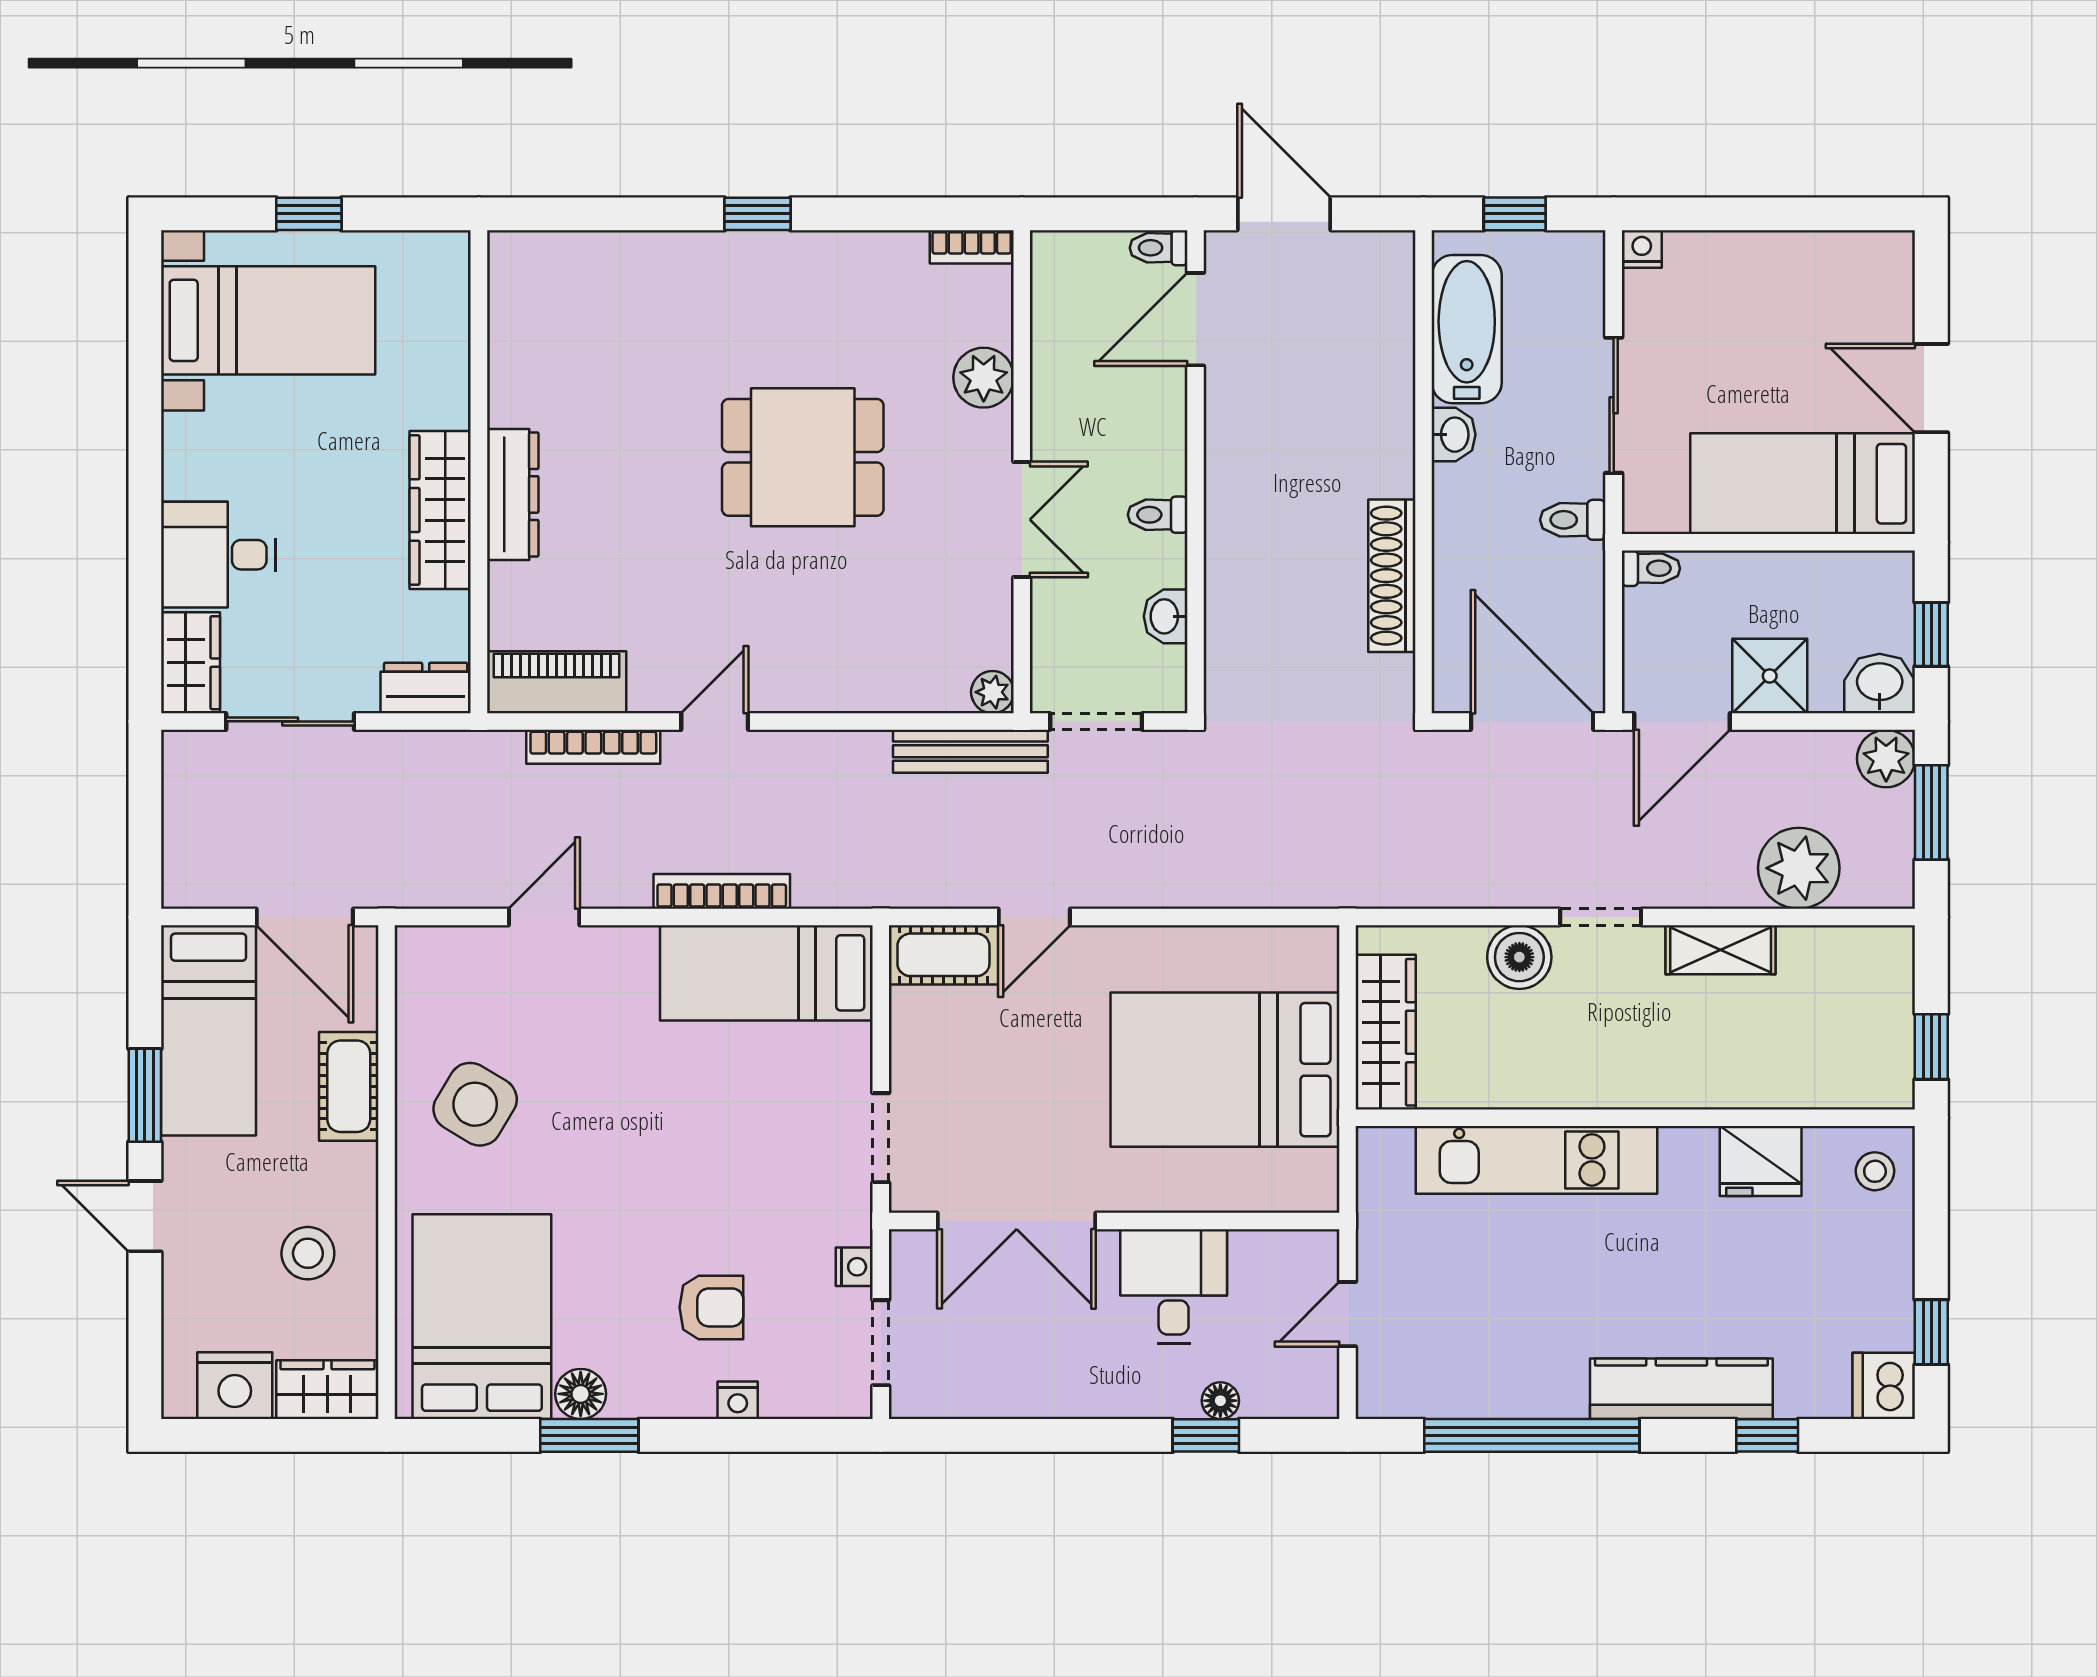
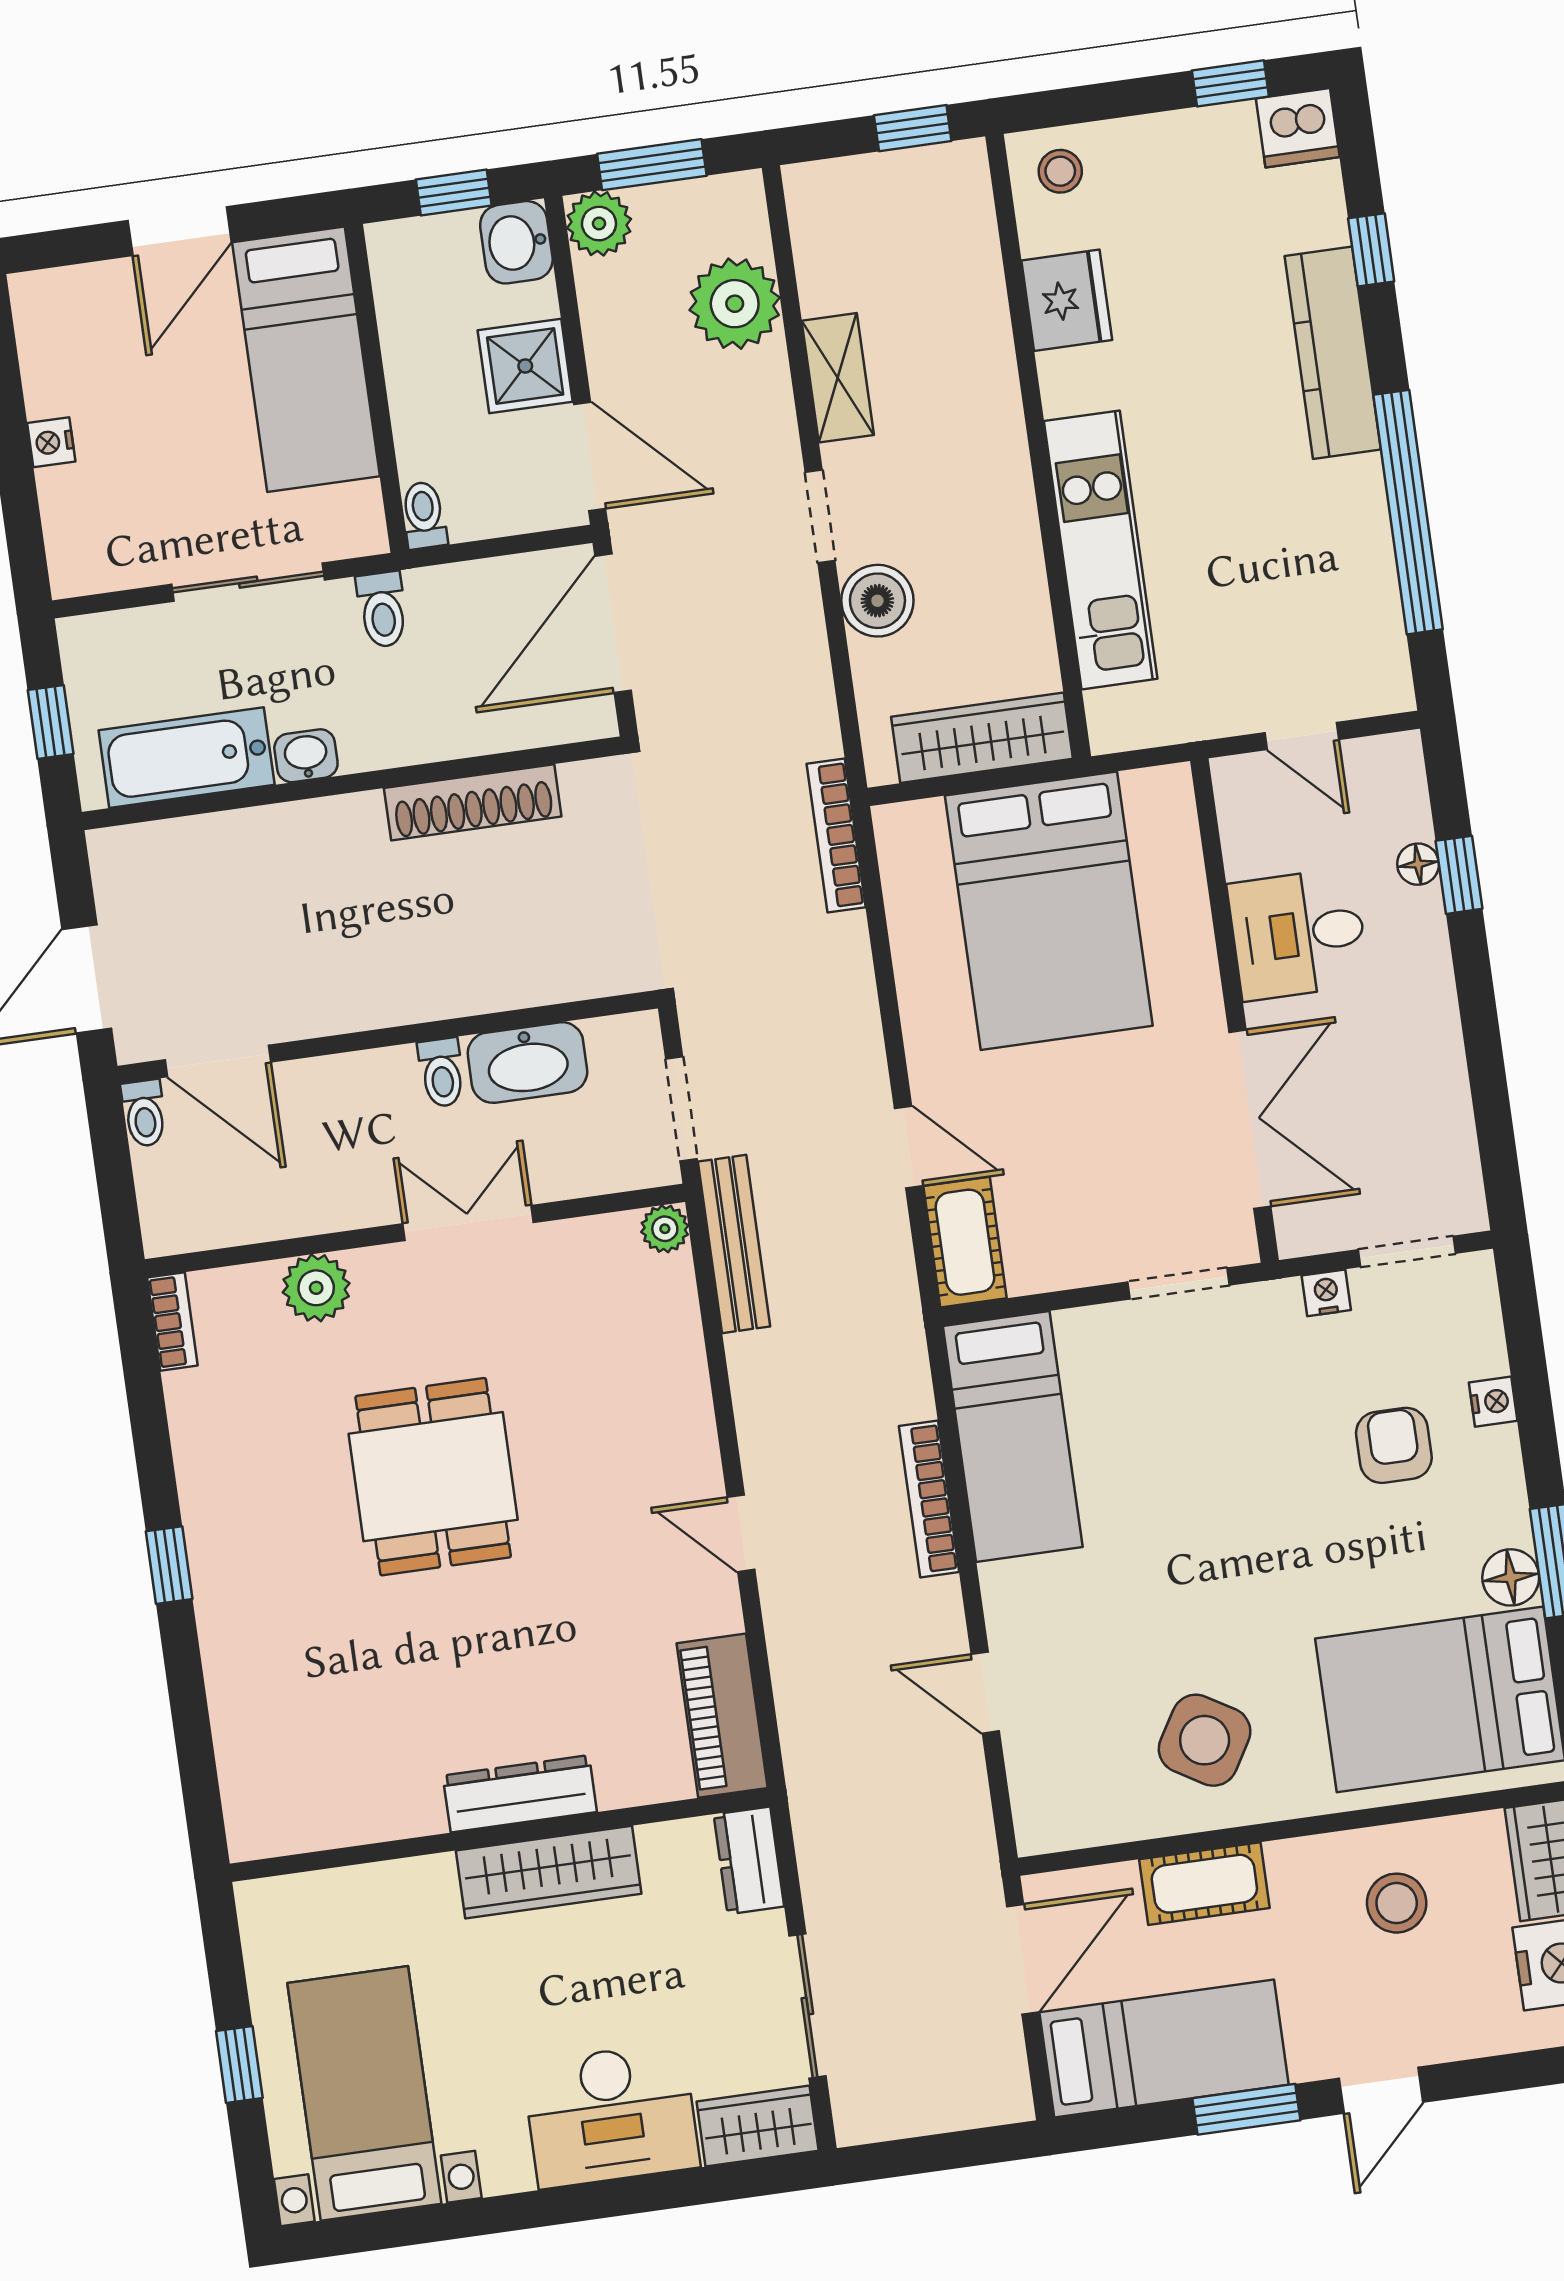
nightstand: (1642, 249) -> (51, 442), moved
desk: (218, 555) -> (611, 2115), width x1.37
washbasin: (1166, 616) -> (527, 1063), width x1.91, depth x1.45
bookcase: (593, 747) -> (836, 836), moved, turned 180

